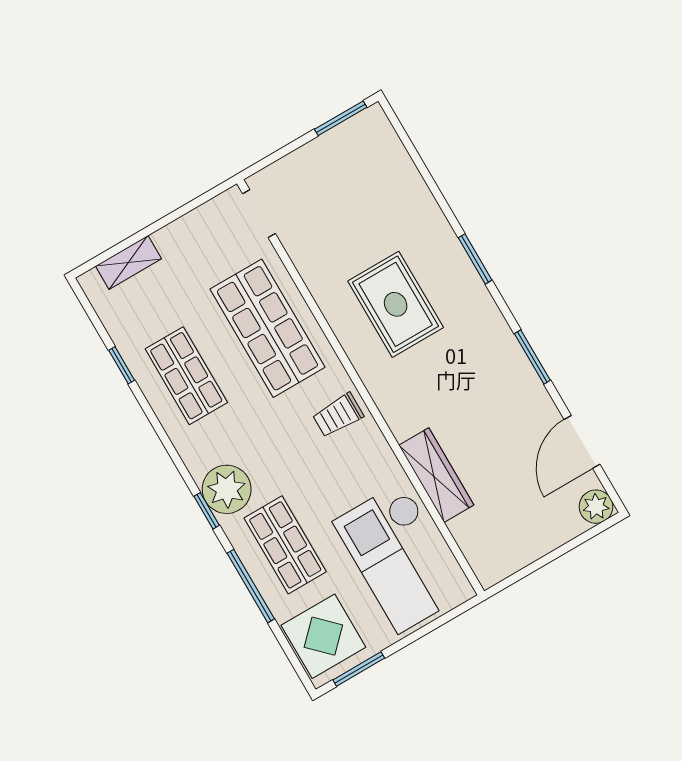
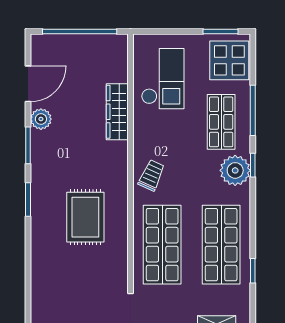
window: (475, 259) -> (28, 199), moved
shop shelf: (186, 376) -> (221, 245), width x1.43, depth x1.36
trolley: (338, 415) -> (152, 175), turned -66
plant: (596, 507) -> (41, 119), moved
window: (553, 556) -> (80, 31), added
checkout: (400, 557) -> (163, 79), width x0.73, depth x0.83

